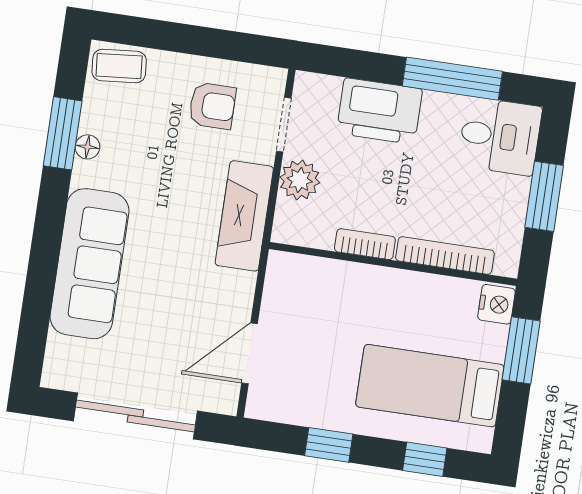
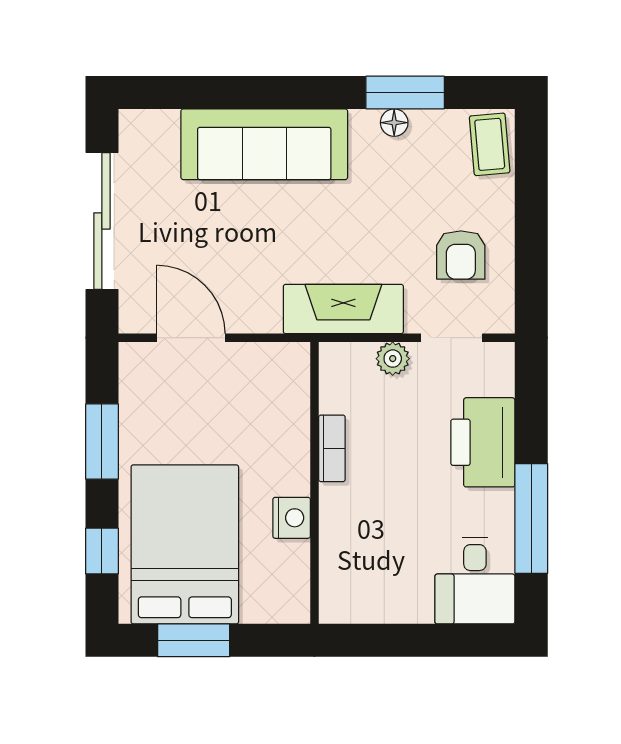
plant: (300, 180) -> (393, 359), width x0.73, depth x0.73
window: (544, 196) -> (415, 640), removed
bookcase: (445, 256) -> (333, 540), removed
nightstand: (496, 304) -> (292, 518), moved, turned -90
window: (521, 350) -> (194, 640), moved
bed: (430, 386) -> (185, 544), width x1.50
window: (329, 445) -> (102, 442), width x1.50

